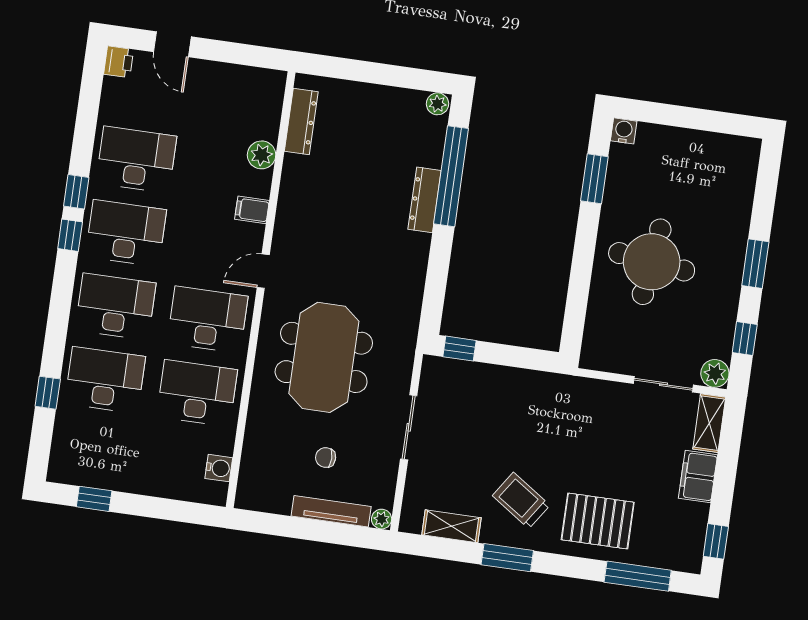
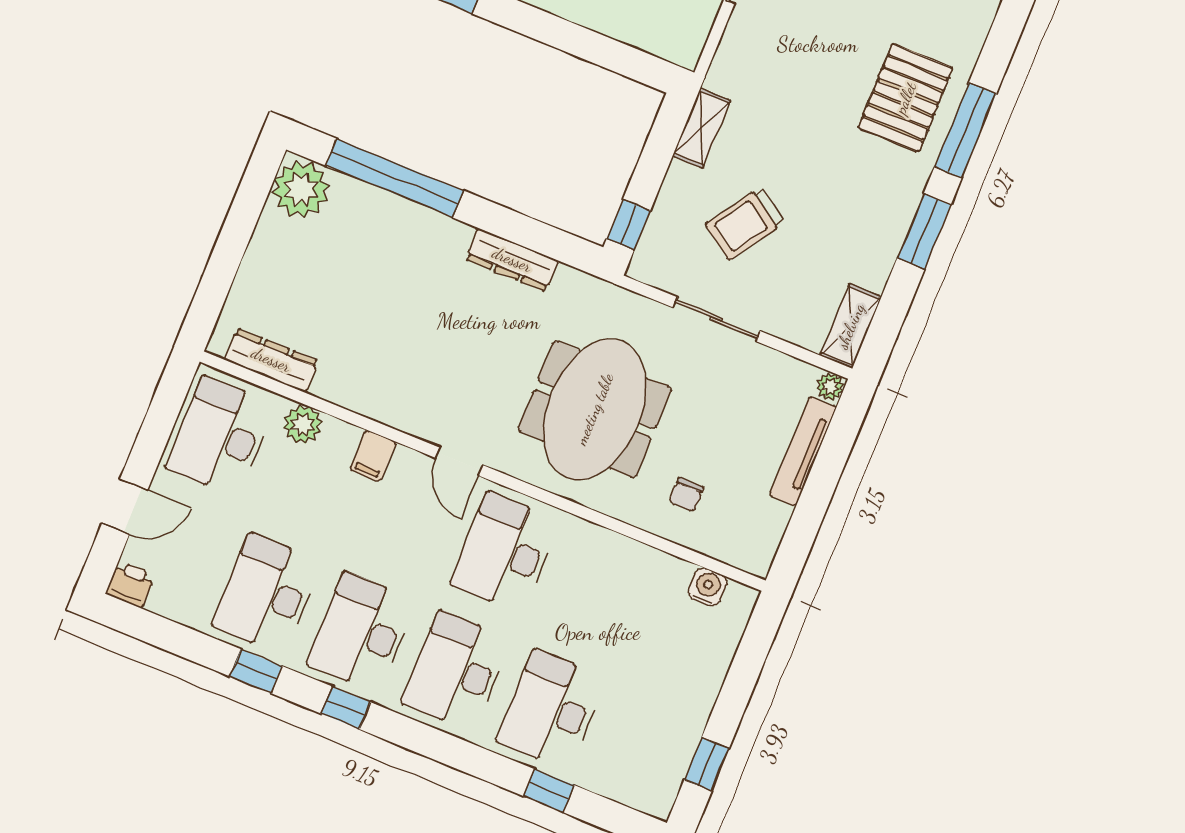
plant: (438, 104) -> (301, 189), width x1.88, depth x1.88
window: (76, 192) -> (256, 671), moved
dresser: (425, 200) -> (512, 260), moved
meeting table: (324, 357) -> (595, 409), turned 90
shelving: (540, 383) -> (701, 128), added
desk: (197, 393) -> (220, 436), moved
chair: (326, 458) -> (686, 495), moved
trolley: (521, 500) -> (745, 224), moved
shelving: (452, 526) -> (851, 326), moved
window: (638, 576) -> (965, 130), moved

